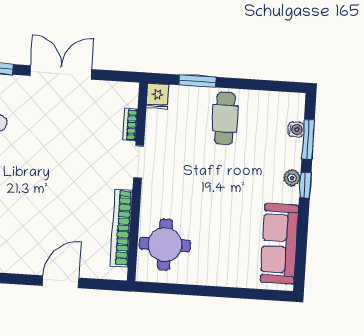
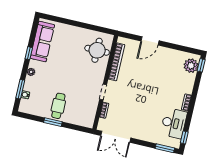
double door: (61, 72) -> (116, 137), moved
window: (197, 81) -> (53, 122), moved
fridge: (157, 96) -> (89, 122), removed
window: (305, 185) -> (29, 53), moved

